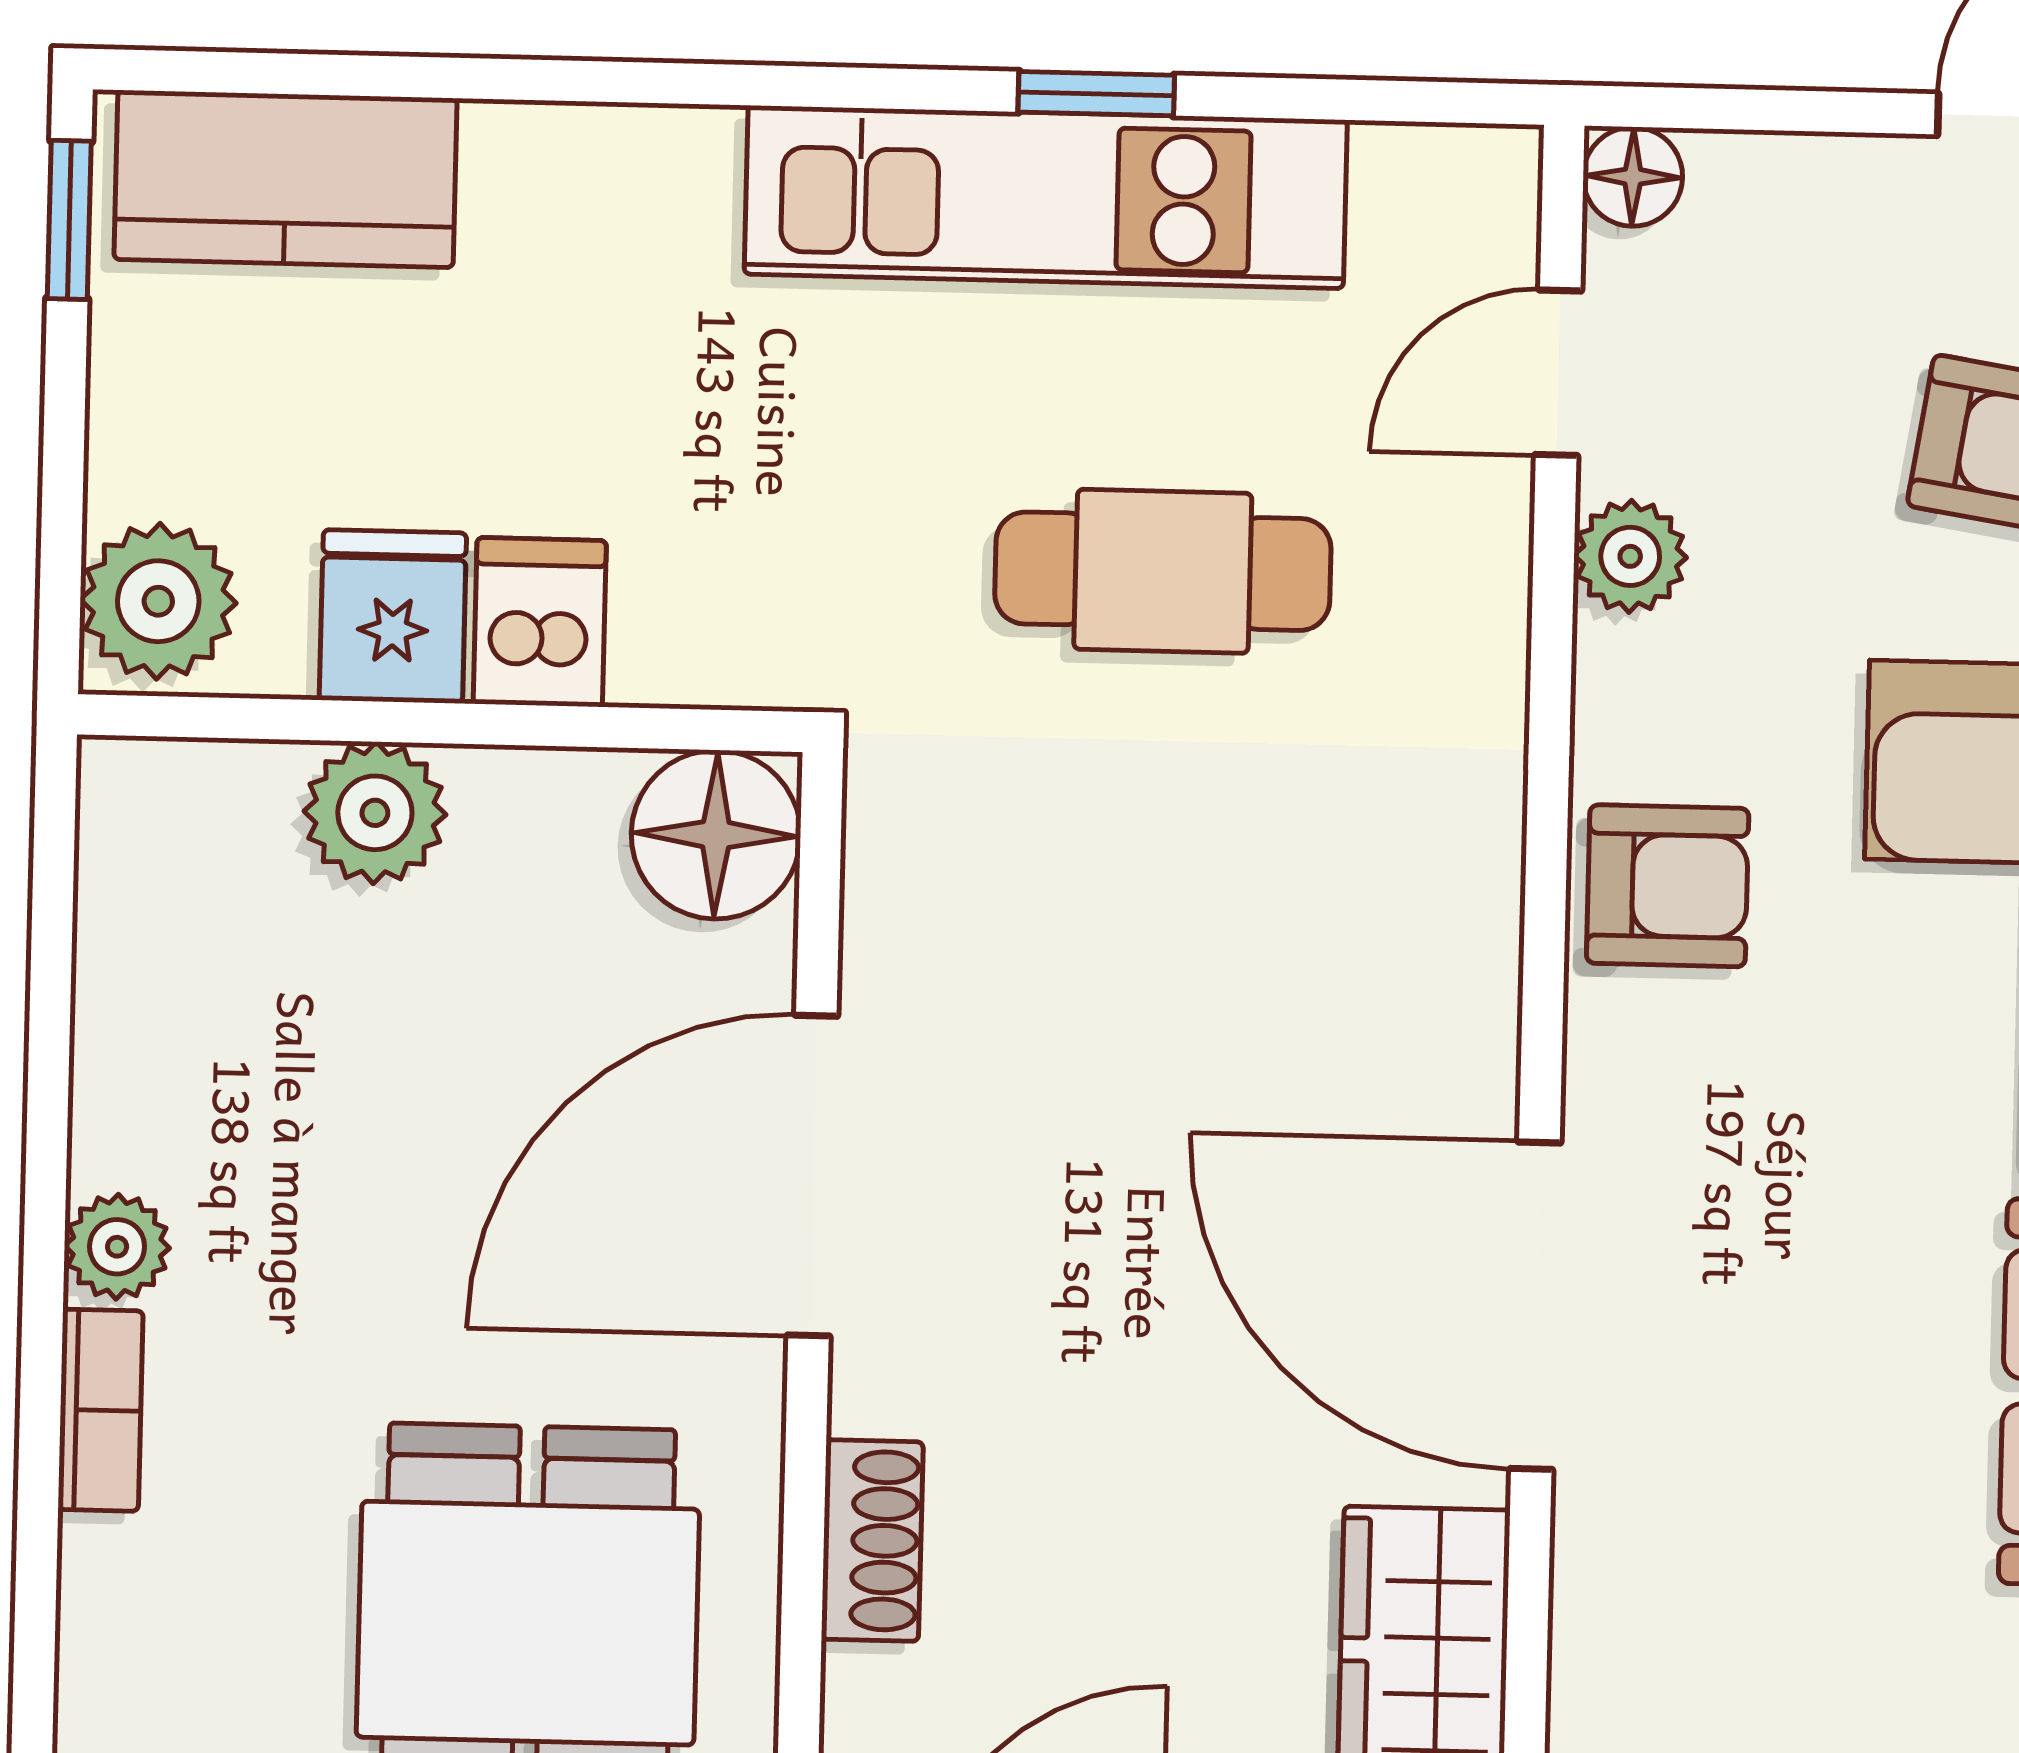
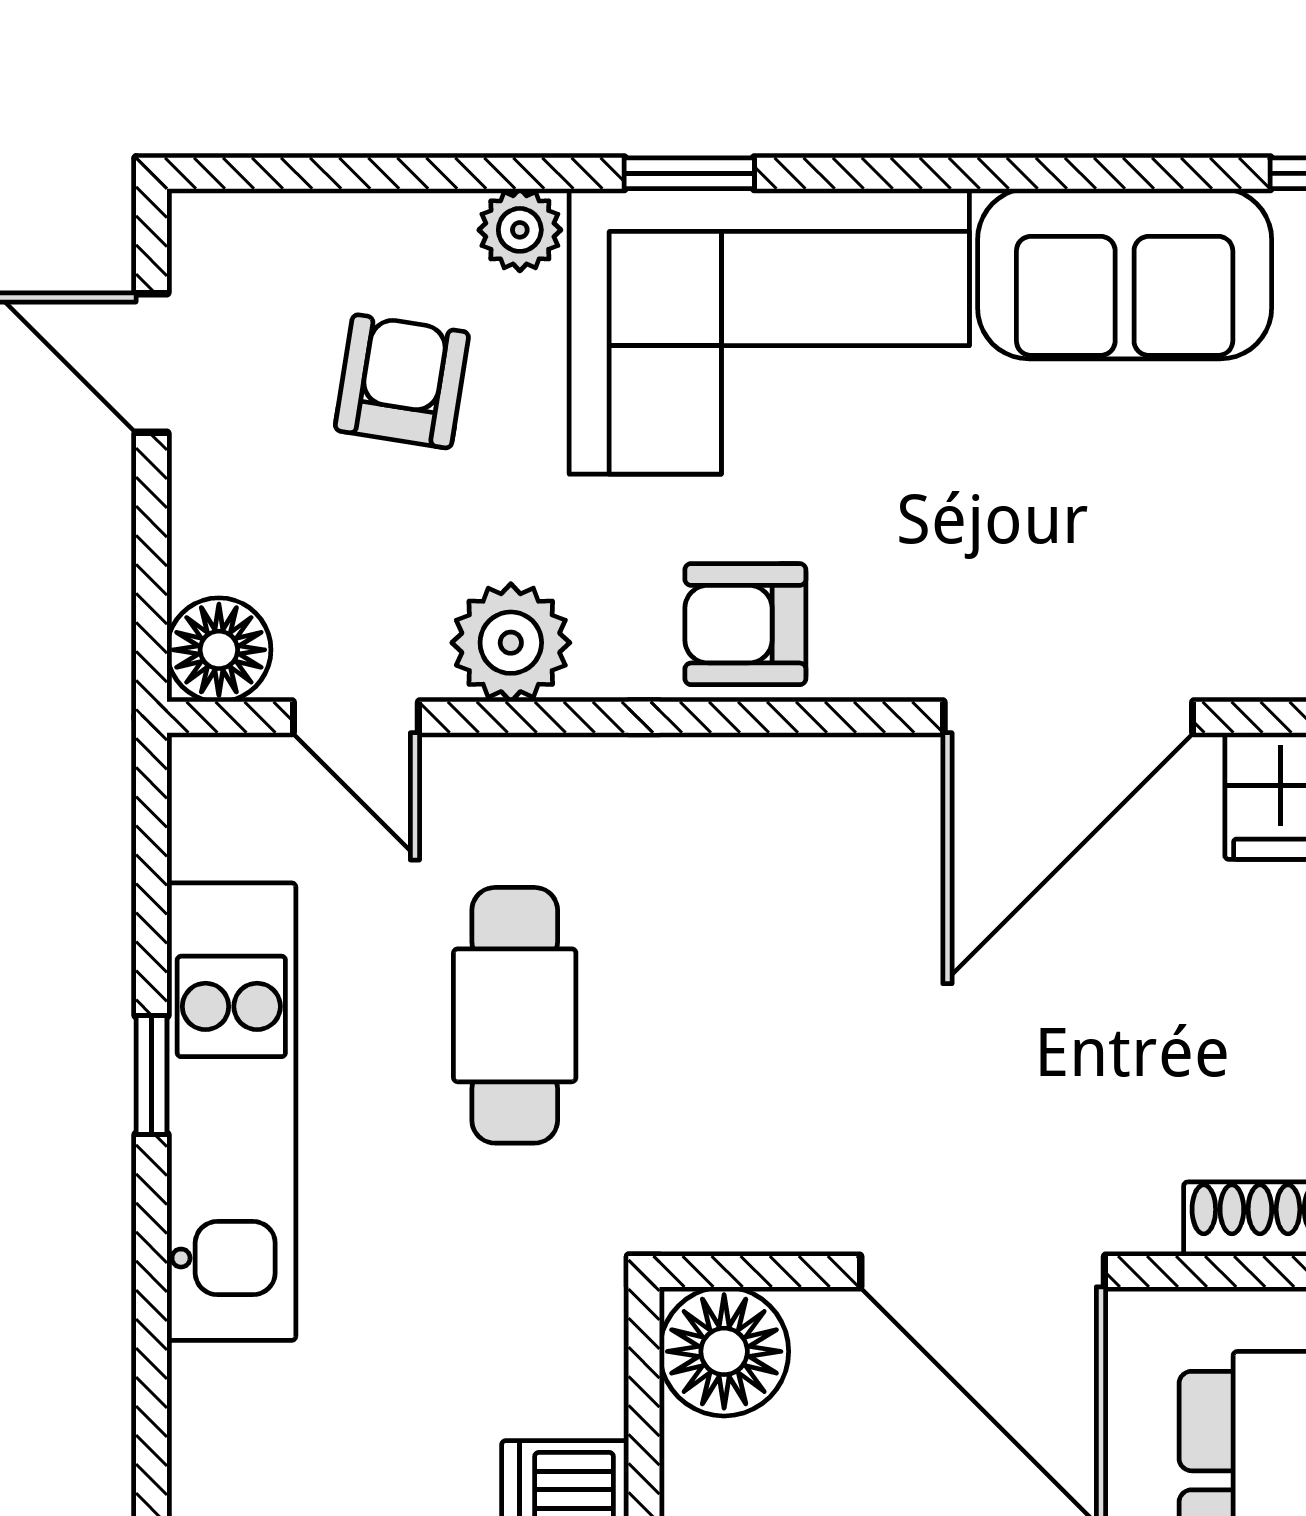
floor lamp: (1633, 177) -> (219, 650), width x1.37, depth x1.37
plant: (1630, 556) -> (511, 643), width x1.38, depth x1.38
armchair: (1668, 886) -> (745, 624), turned -90

